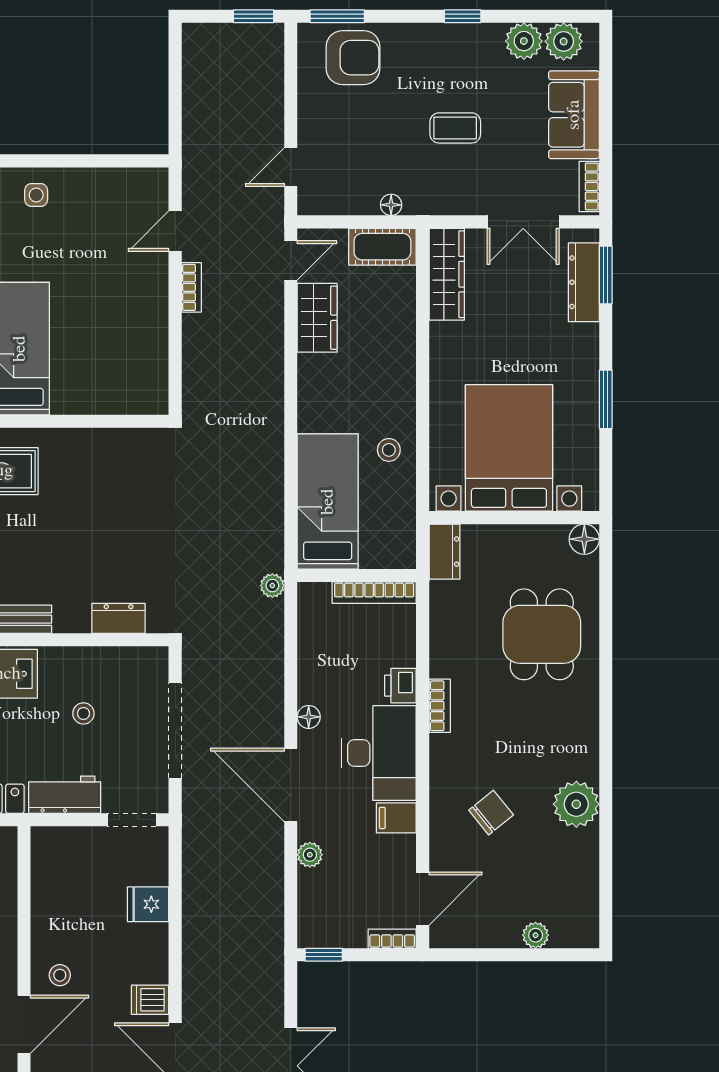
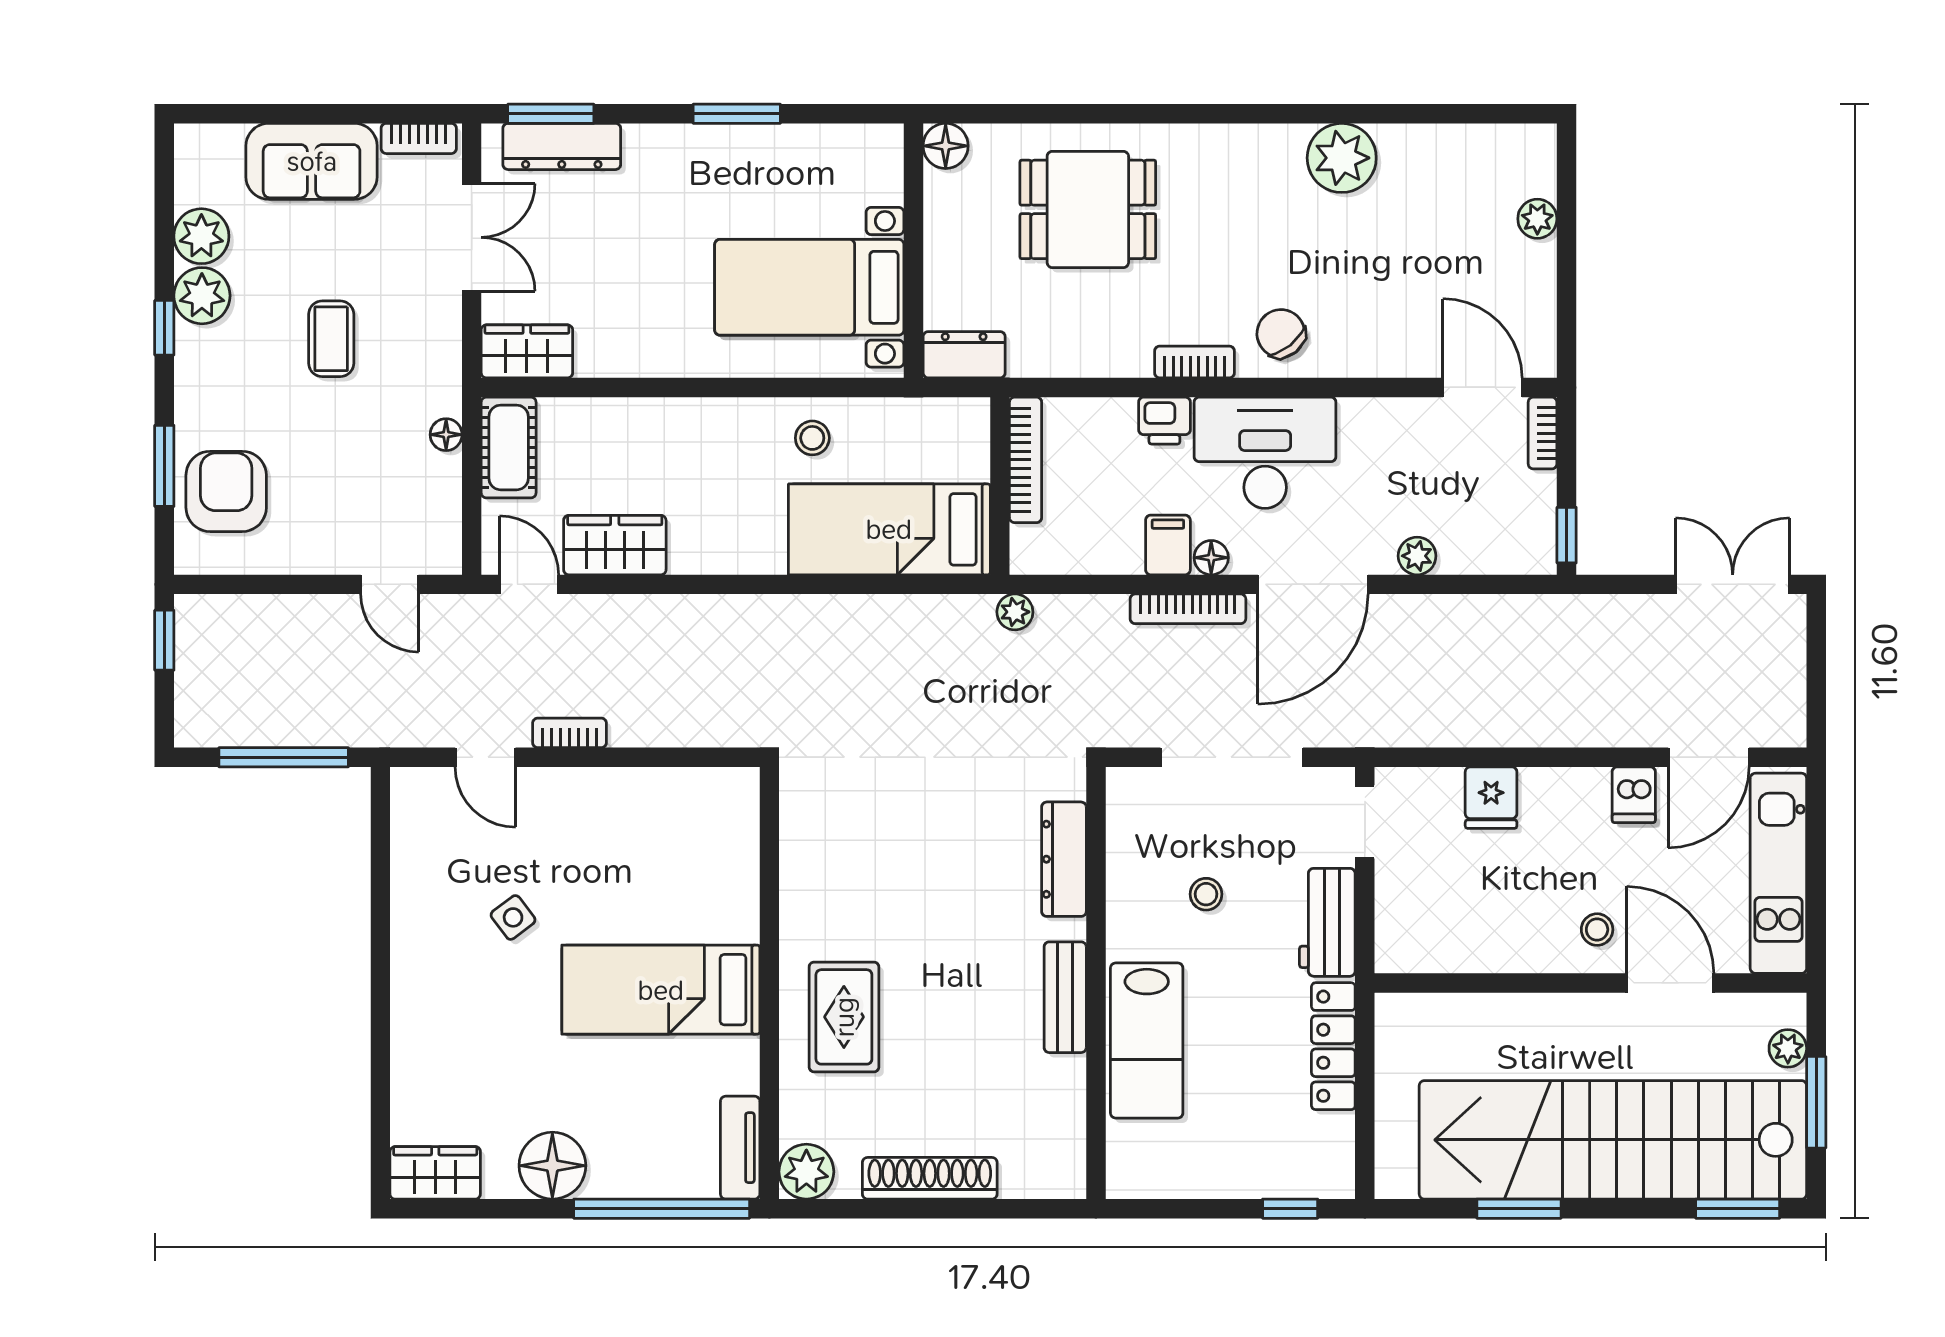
window: (337, 16) -> (164, 466), moved
plant: (564, 41) -> (202, 296), moved
window: (175, 96) -> (284, 757), added
side table: (36, 195) -> (513, 917), moved, turned -37
wardrobe: (447, 274) -> (527, 351), width x0.67
bed with nightstands: (509, 448) -> (809, 287), width x0.73
dresser: (119, 618) -> (1064, 859), width x1.44
bookcase: (274, 701) -> (1188, 609), added
chair: (491, 813) -> (1281, 333), moved
filing cabinet: (396, 818) -> (1168, 545), moved, turned 180

